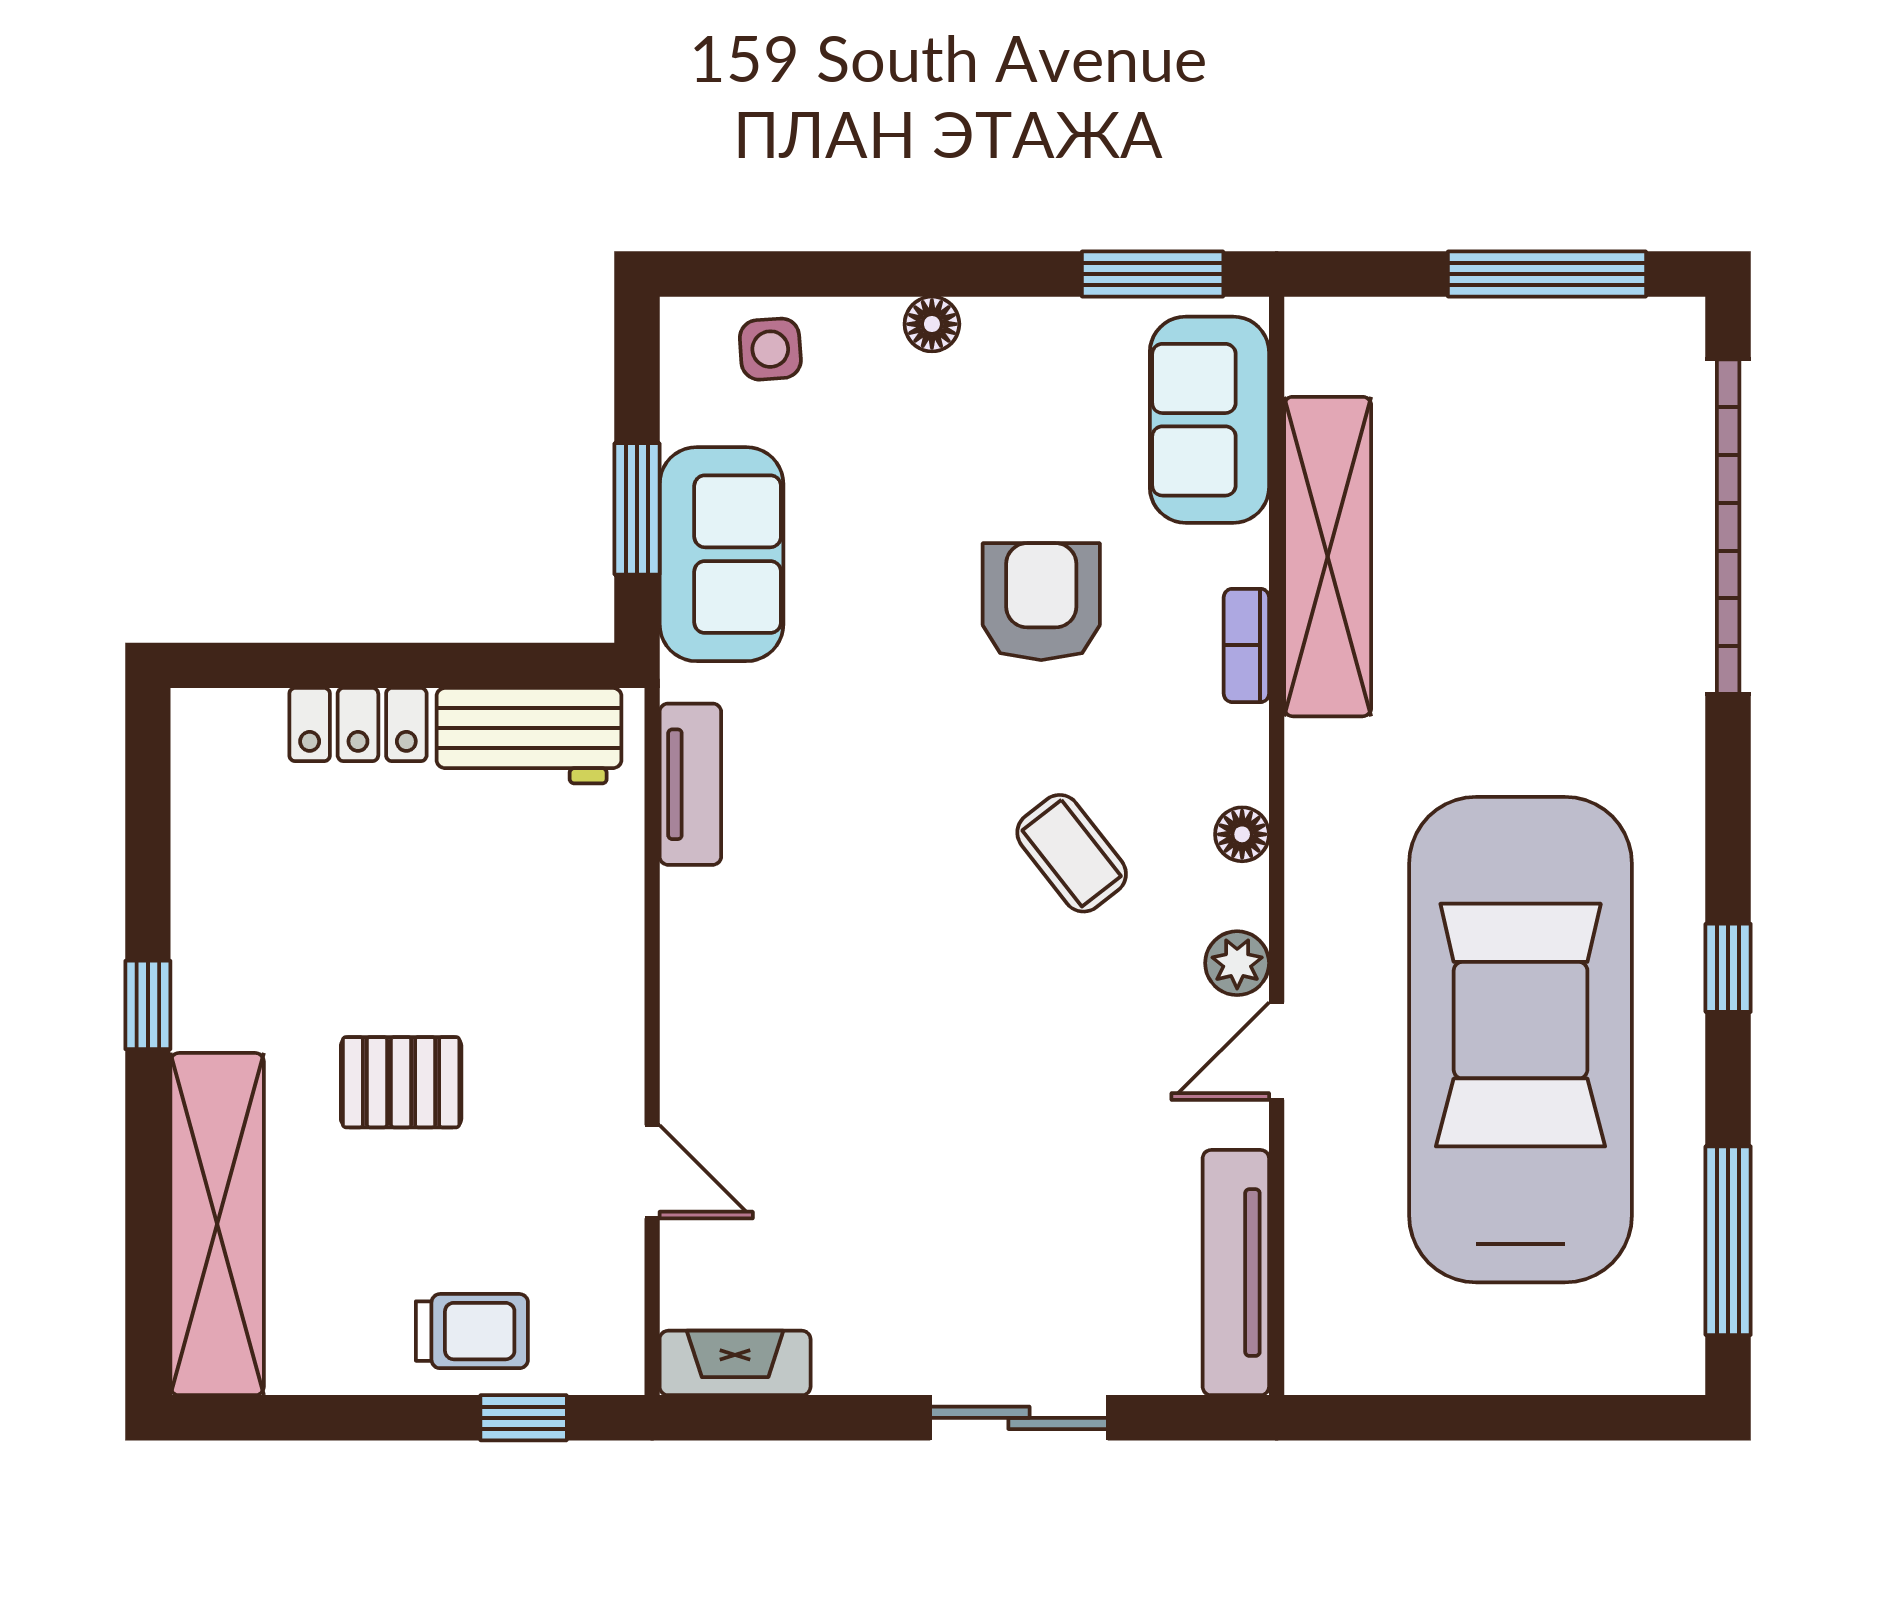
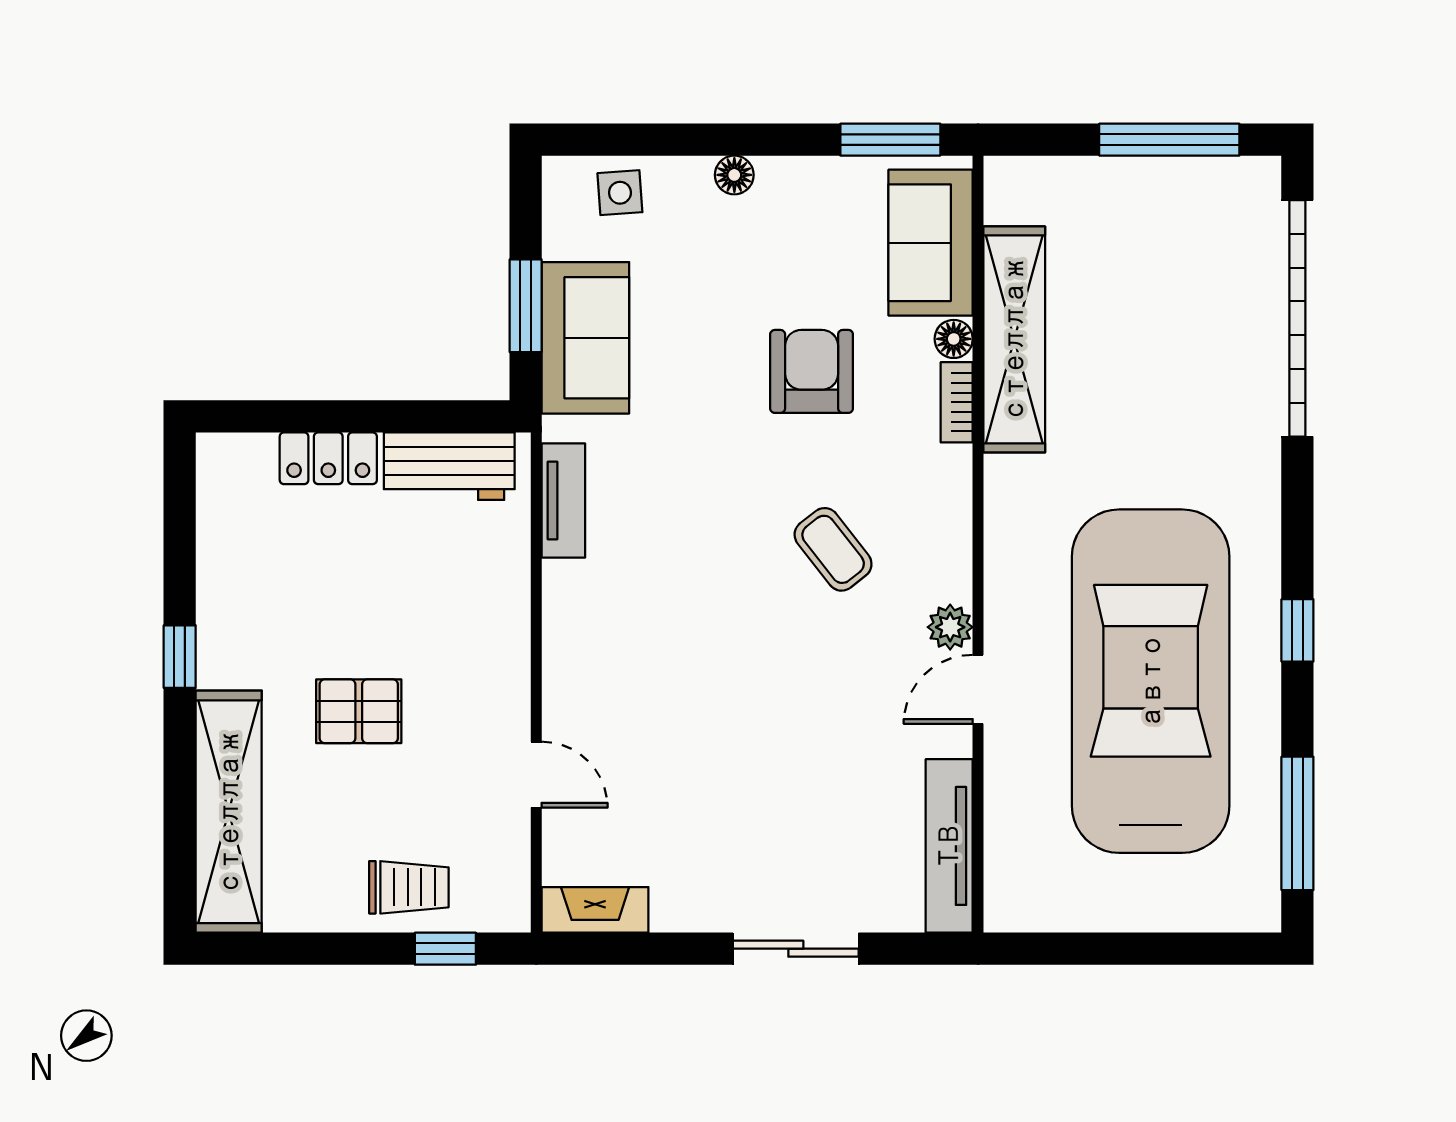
floor lamp: (1242, 834) -> (954, 339), moved

